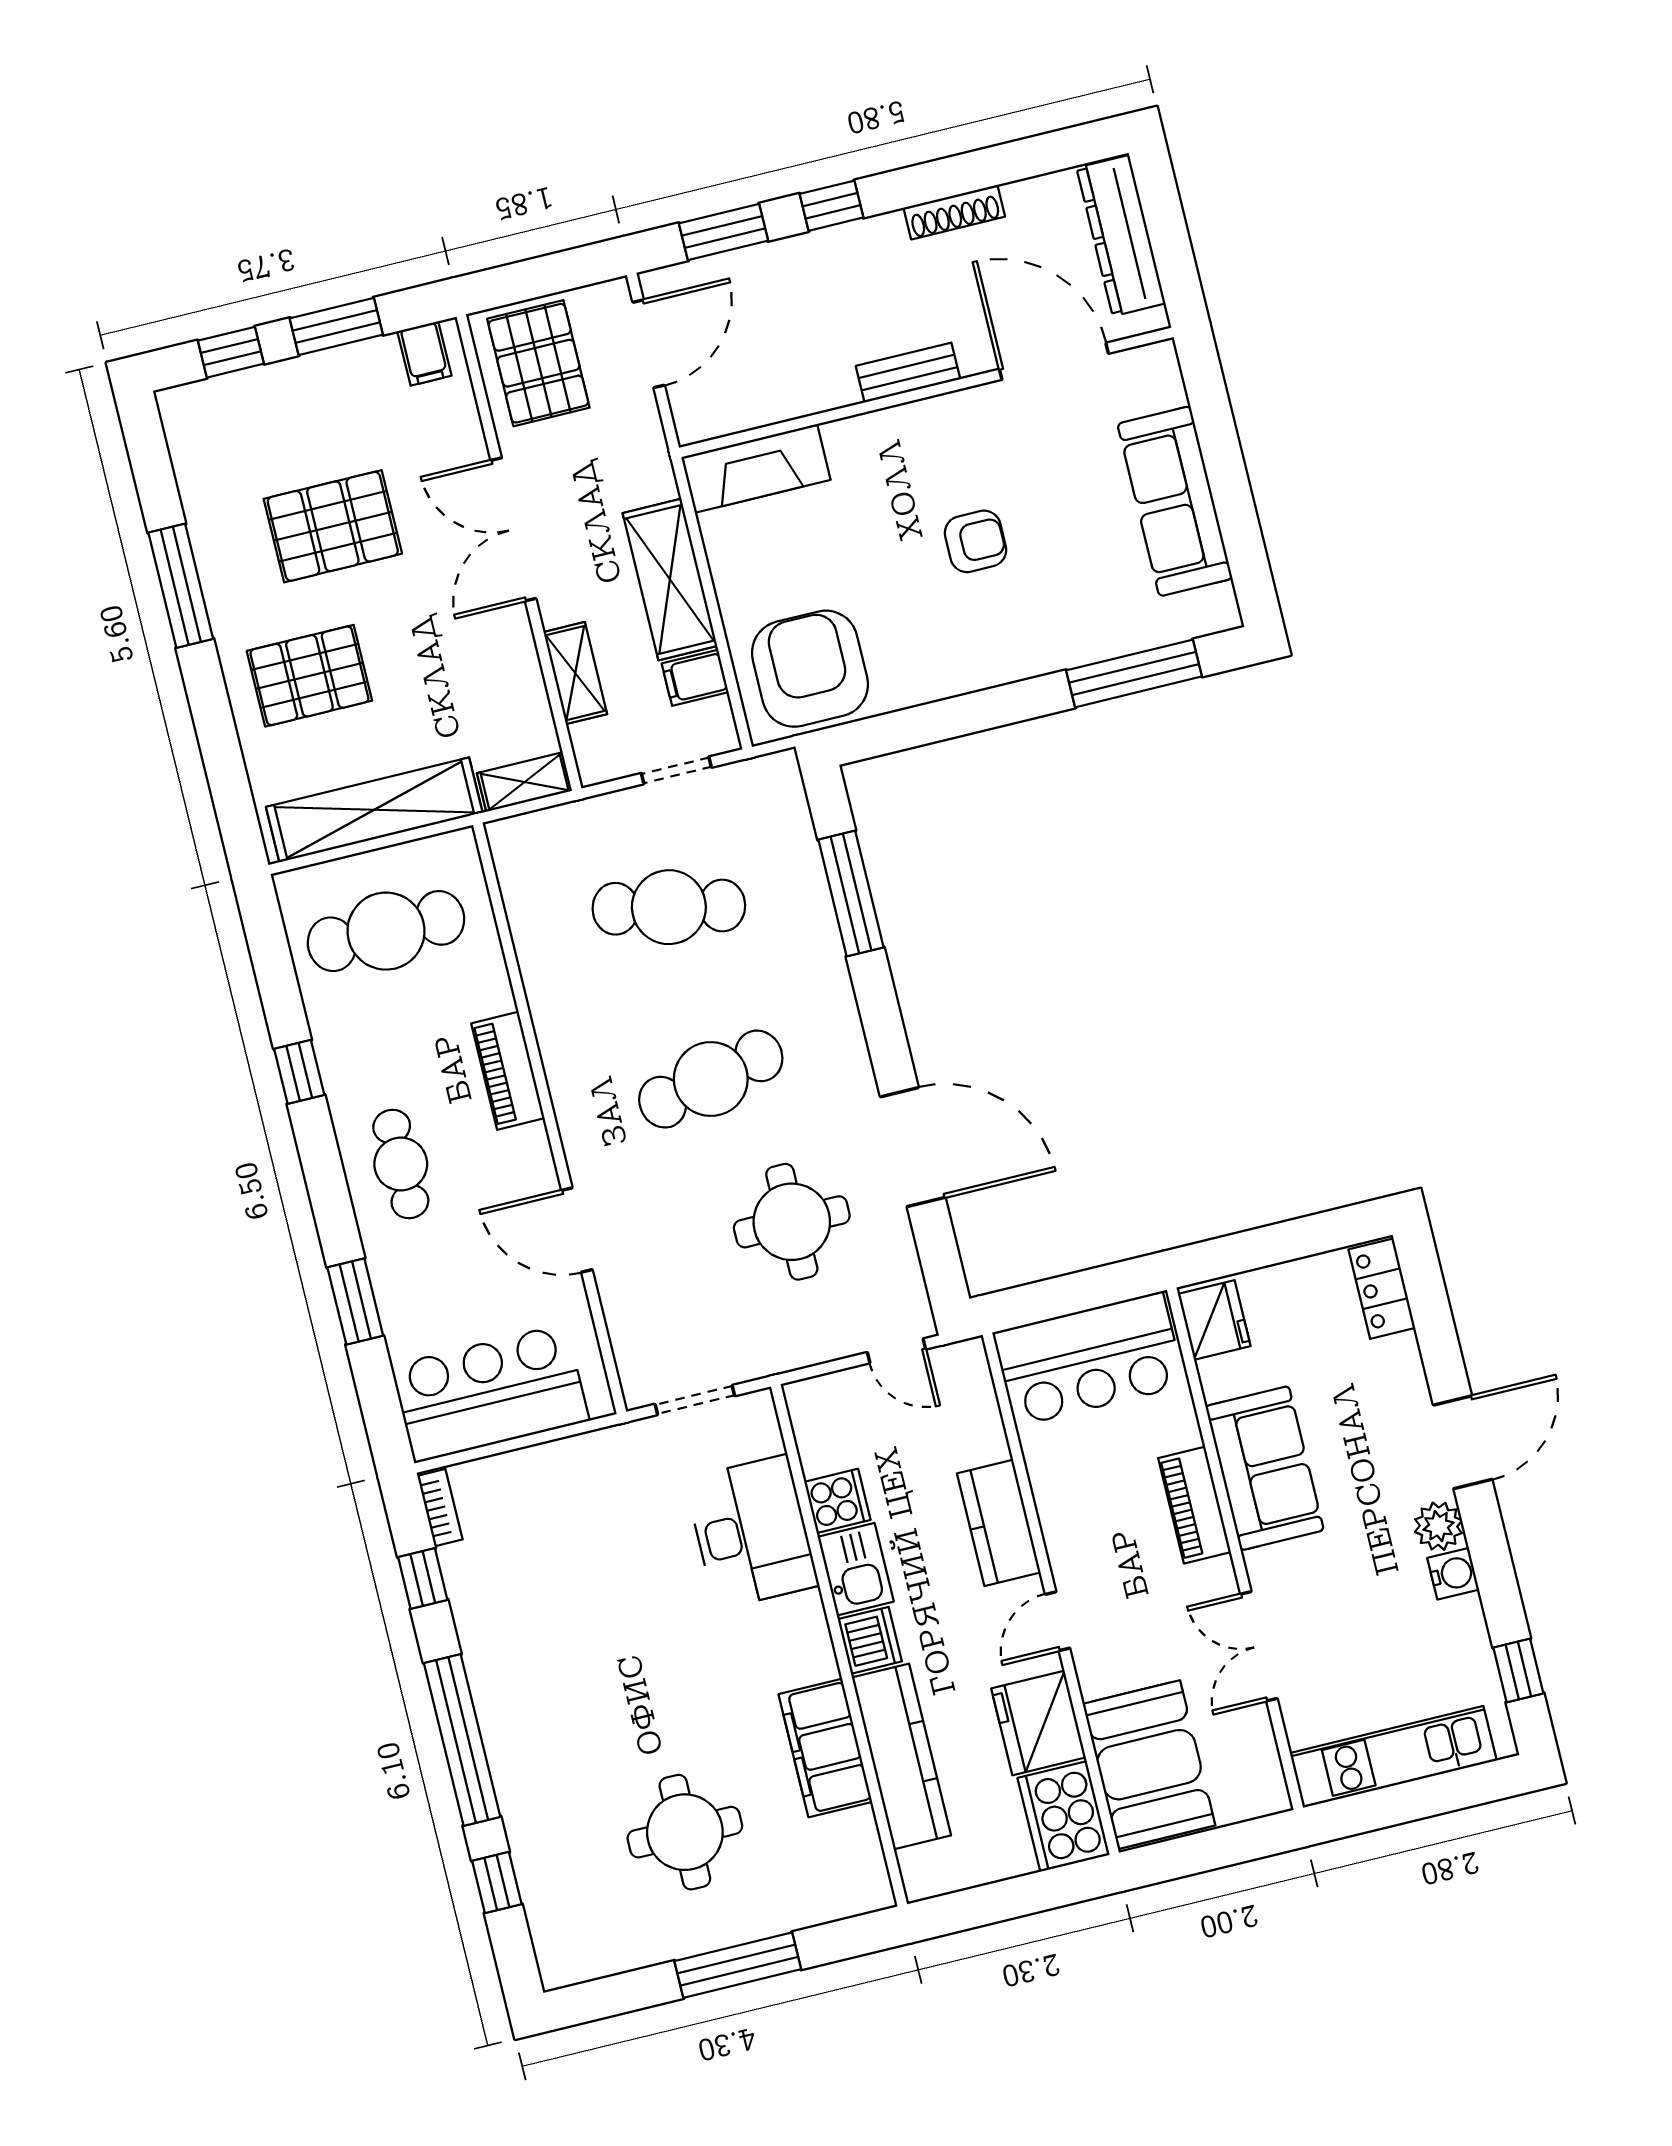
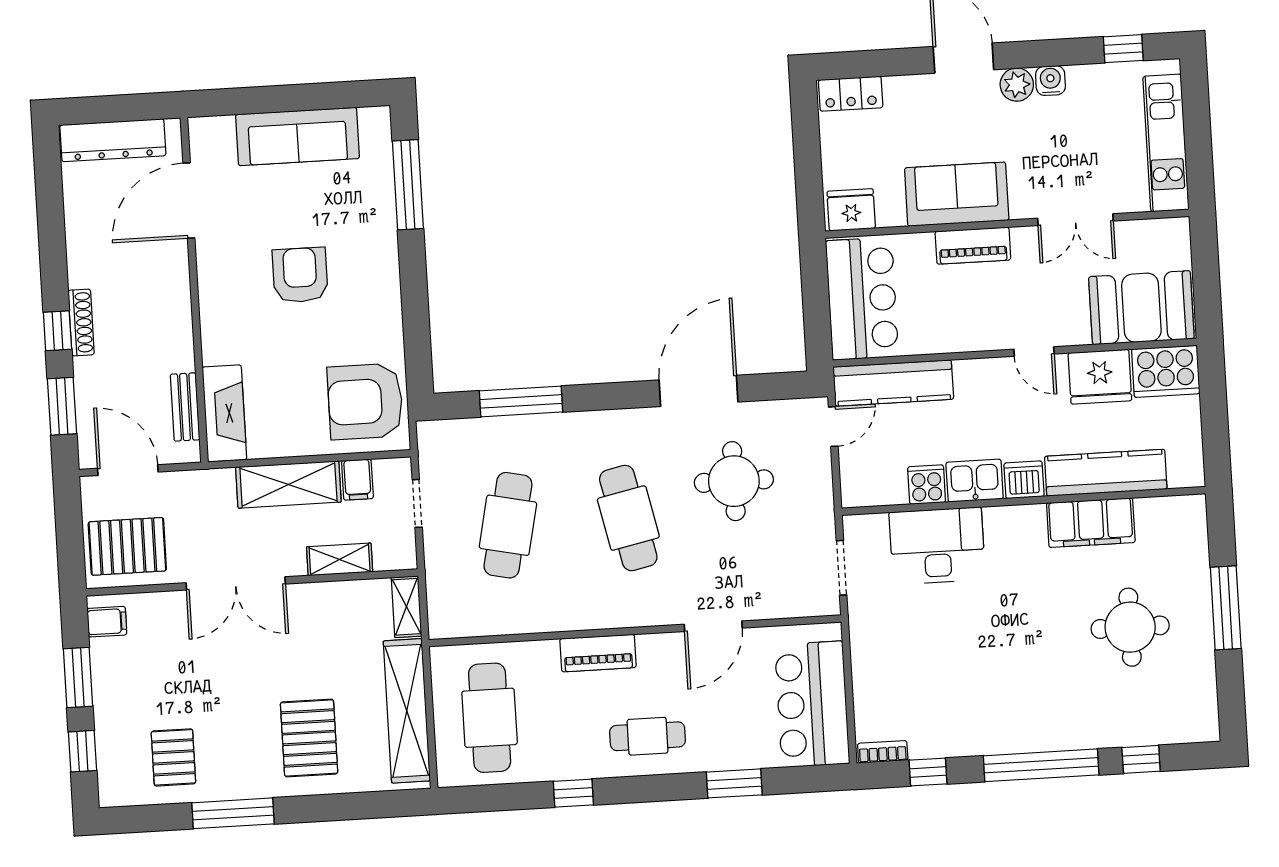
shoe rack: (954, 212) -> (81, 322), moved
bench: (908, 373) -> (185, 407), moved
pallet: (333, 526) -> (173, 757), moved, width x0.67, depth x0.71
armchair: (976, 541) -> (300, 275), width x1.38, depth x1.38
kitchen counter: (999, 1523) -> (893, 383), moved, width x1.50

